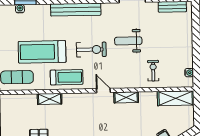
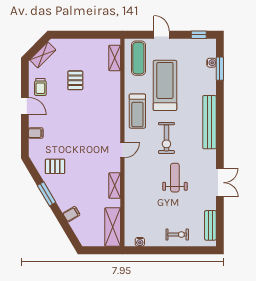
exercise bike: (153, 71) -> (177, 235), moved
shelving: (126, 97) -> (115, 186), moved
shelving: (50, 99) -> (115, 58), moved

